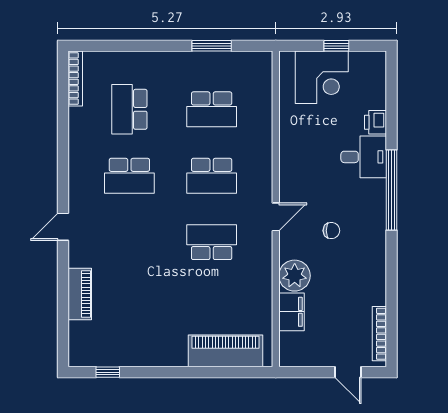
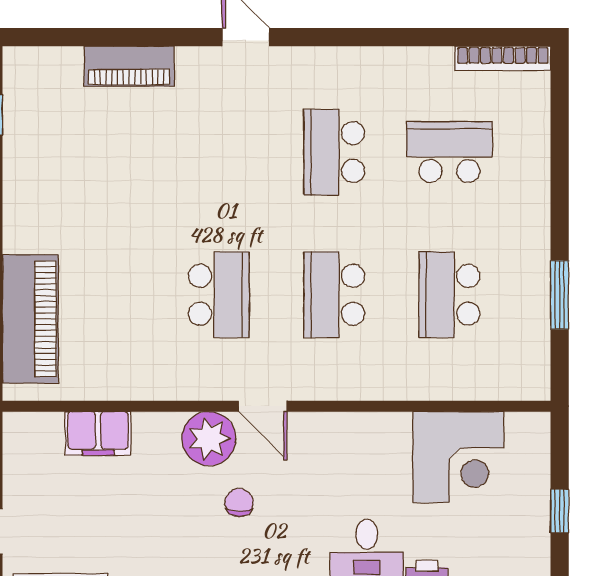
corner desk: (322, 77) -> (458, 457), moved, turned -90
chair: (331, 231) -> (239, 503), turned 180
plant: (295, 276) -> (209, 439), moved

